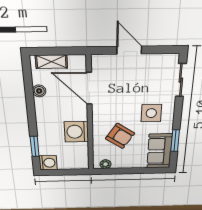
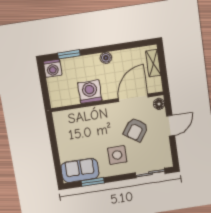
floor lamp: (101, 61) -> (159, 104), added
boiler: (39, 91) -> (106, 58), moved
armchair: (120, 136) -> (136, 130), moved
plant: (105, 164) -> (59, 123), removed

